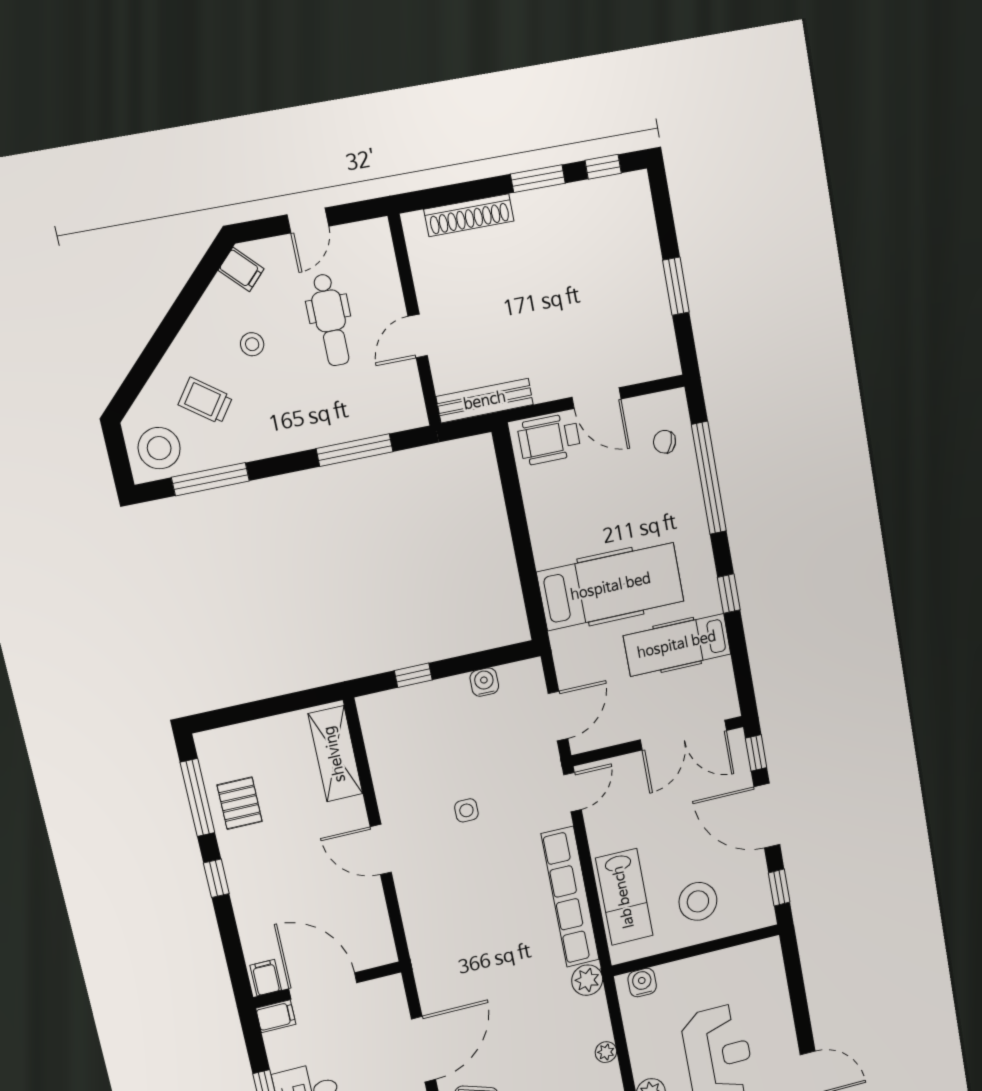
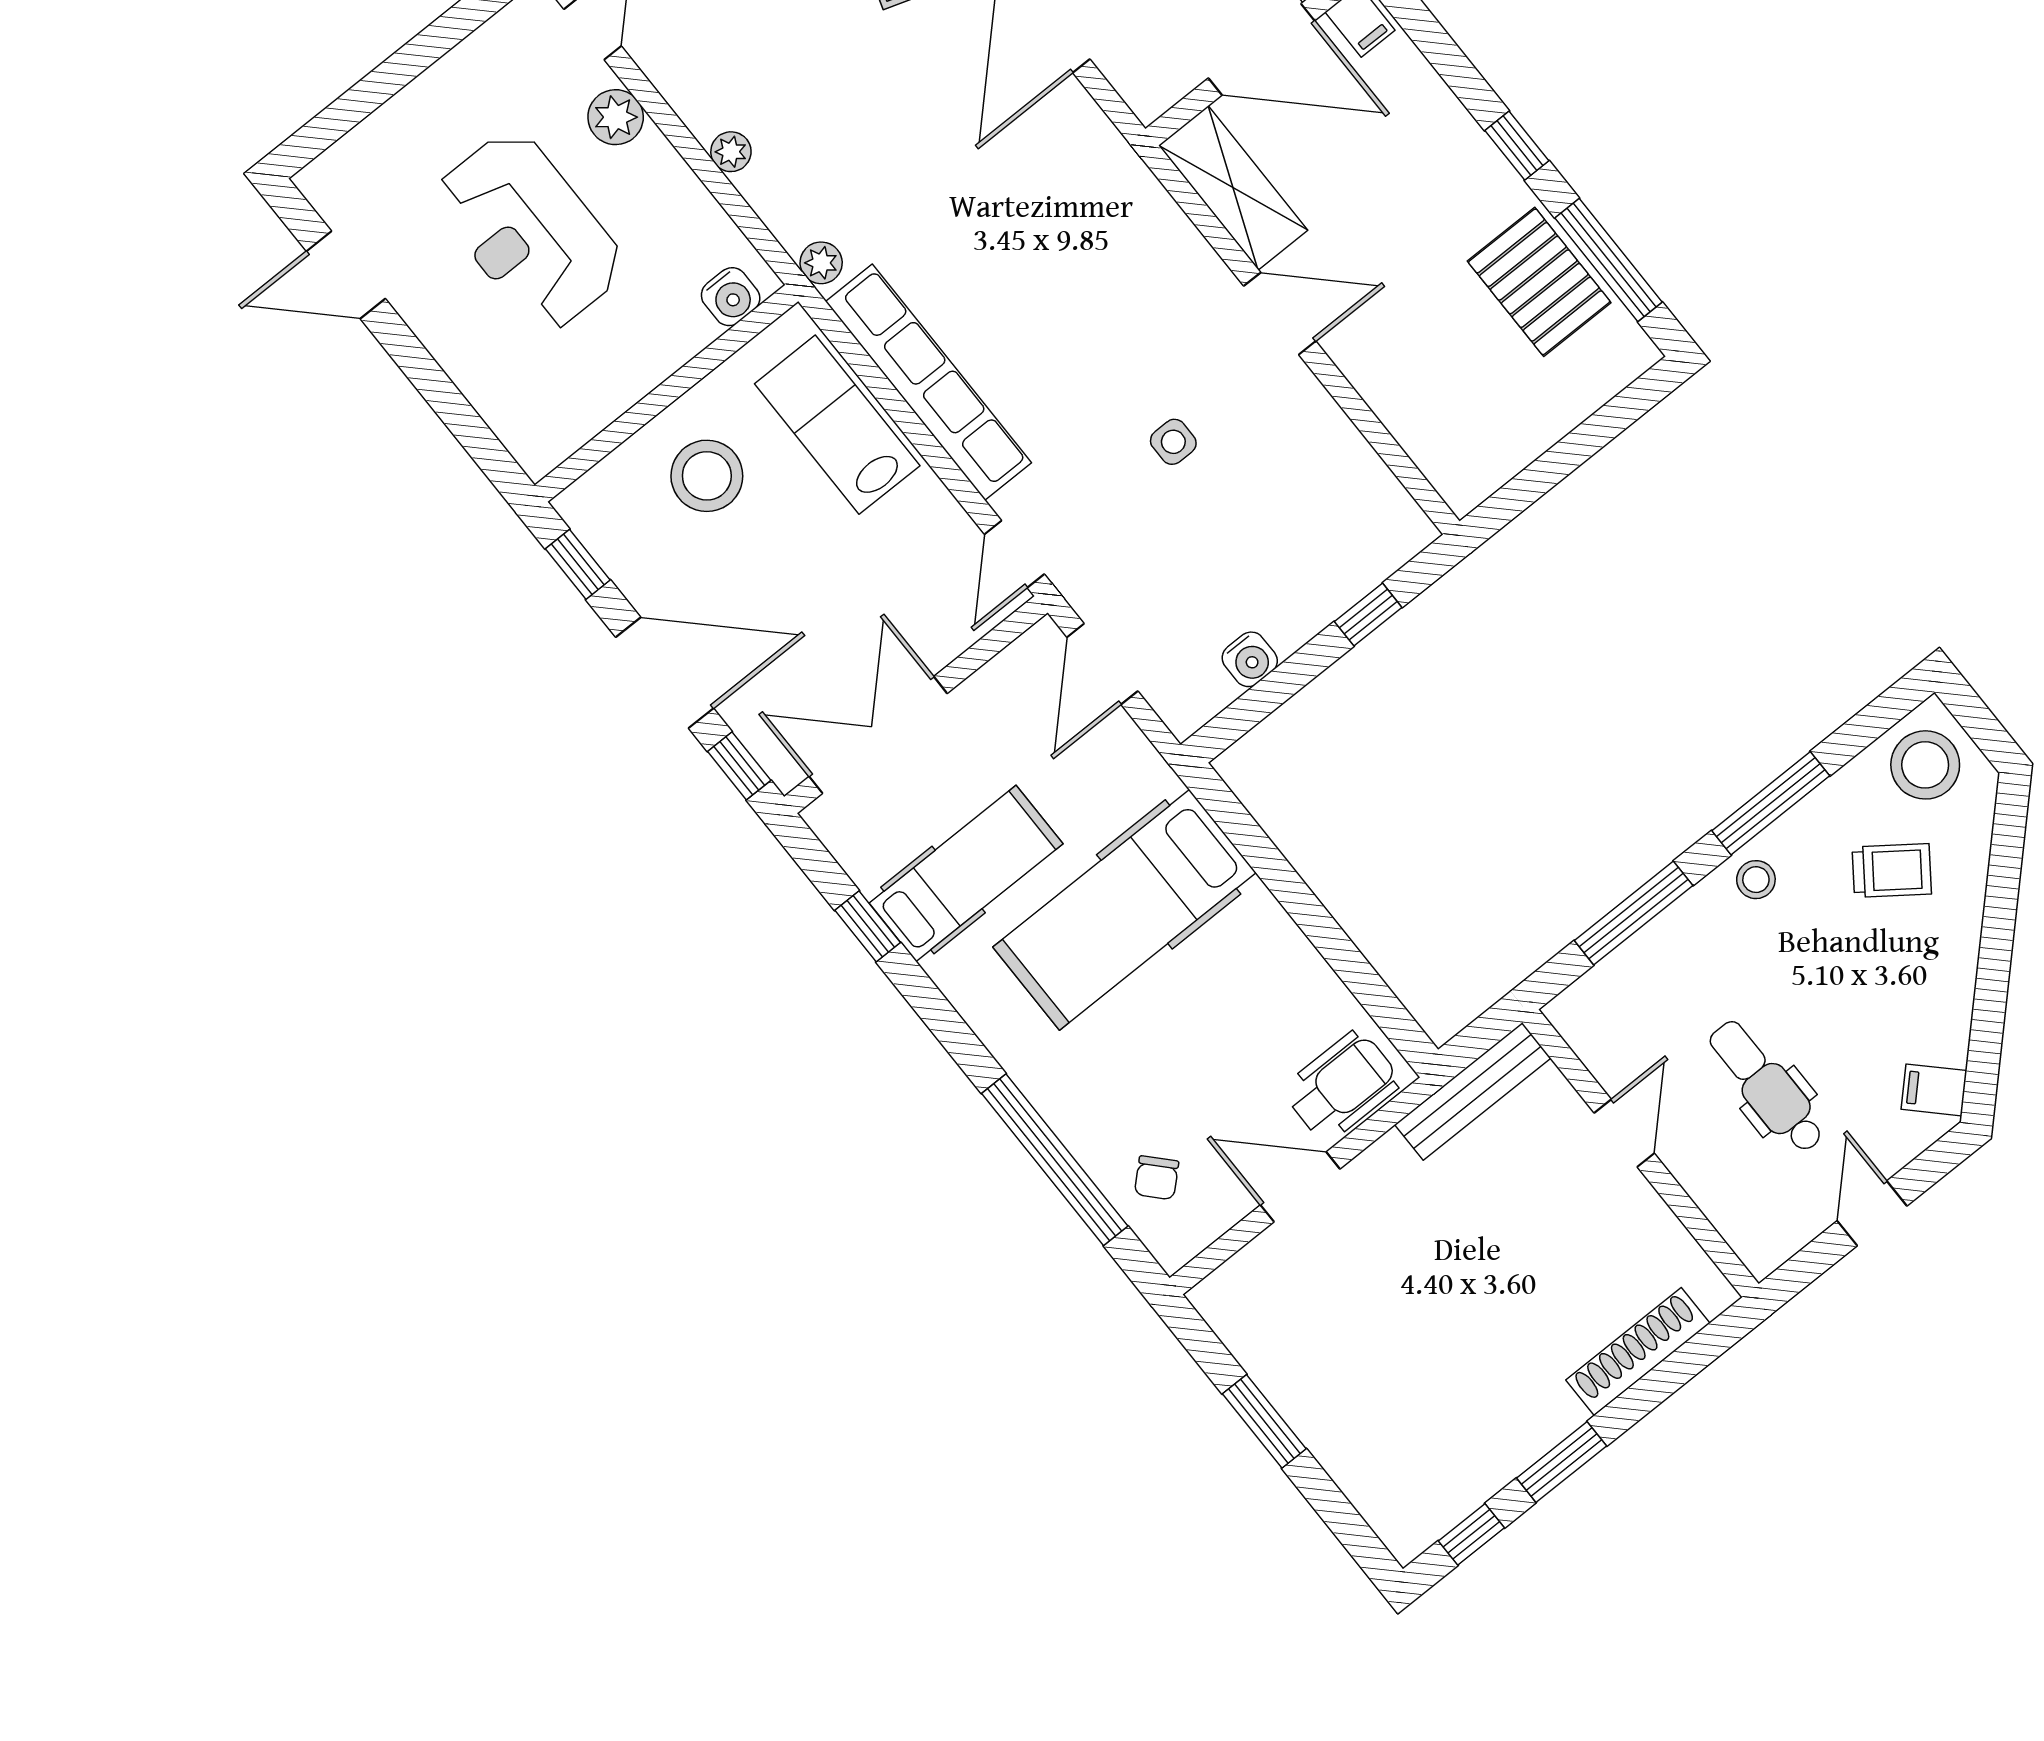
stool: (252, 344) -> (1756, 880), moved
chair: (665, 442) -> (1157, 1178), turned 116
window: (210, 479) -> (1771, 803), moved
window: (729, 594) -> (868, 926), moved
shelving: (335, 754) -> (1233, 188), moved
pallet: (240, 803) -> (1539, 282), width x1.50, depth x1.42
plant: (587, 980) -> (821, 263), width x0.73, depth x0.73

